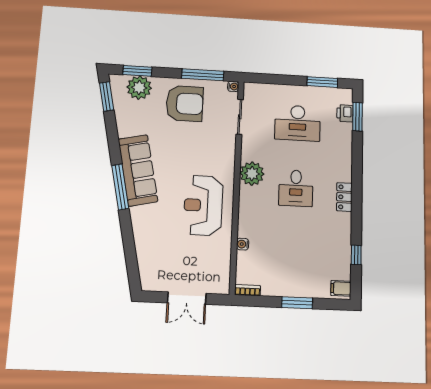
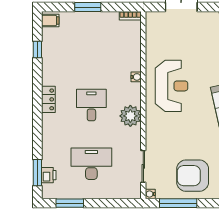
water cooler: (243, 244) -> (136, 77), moved

